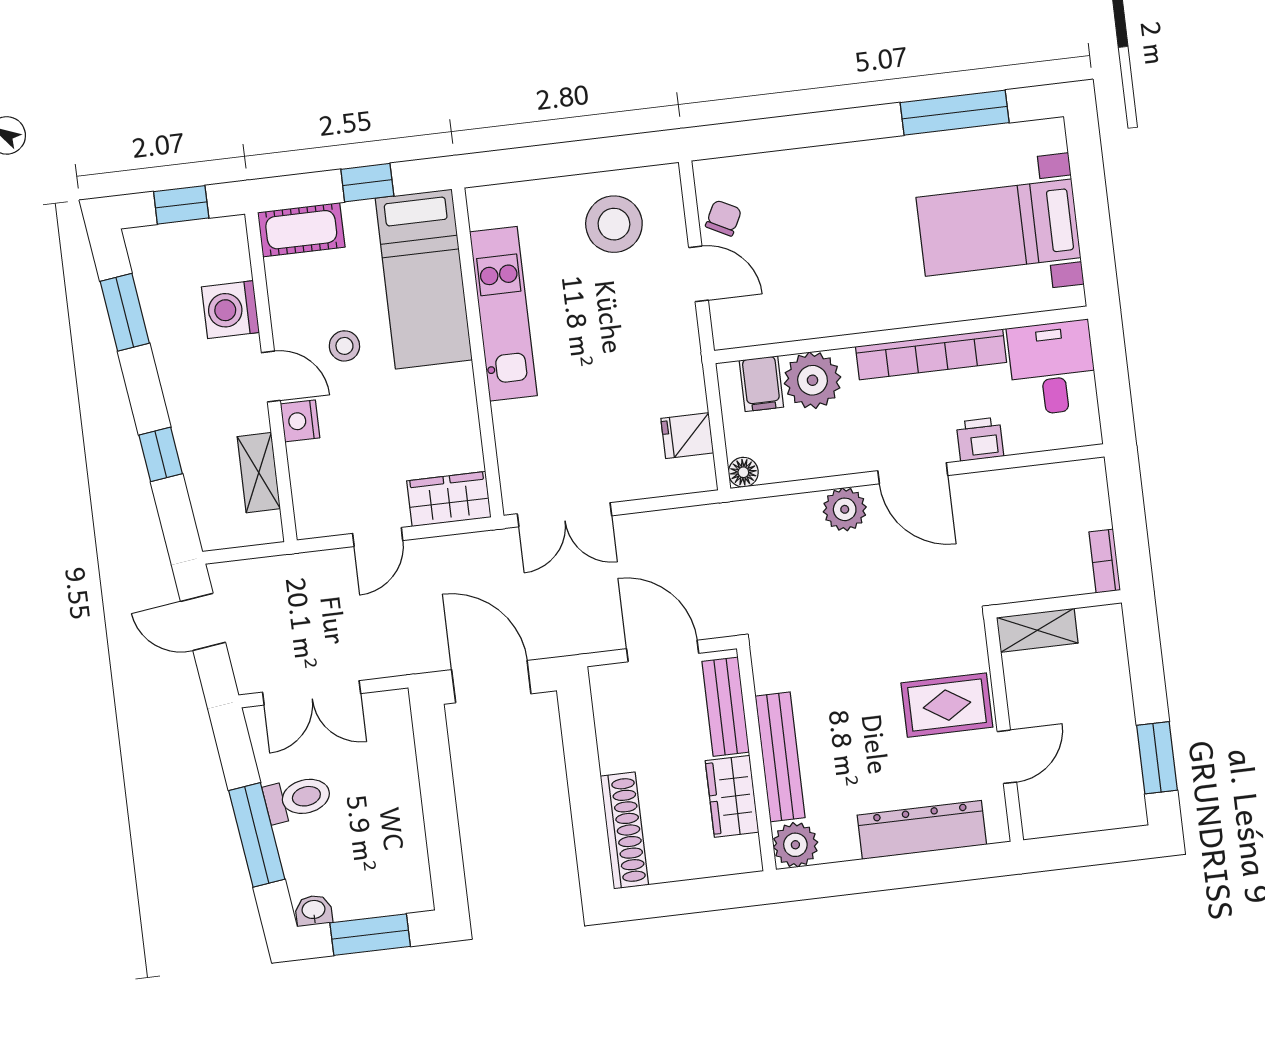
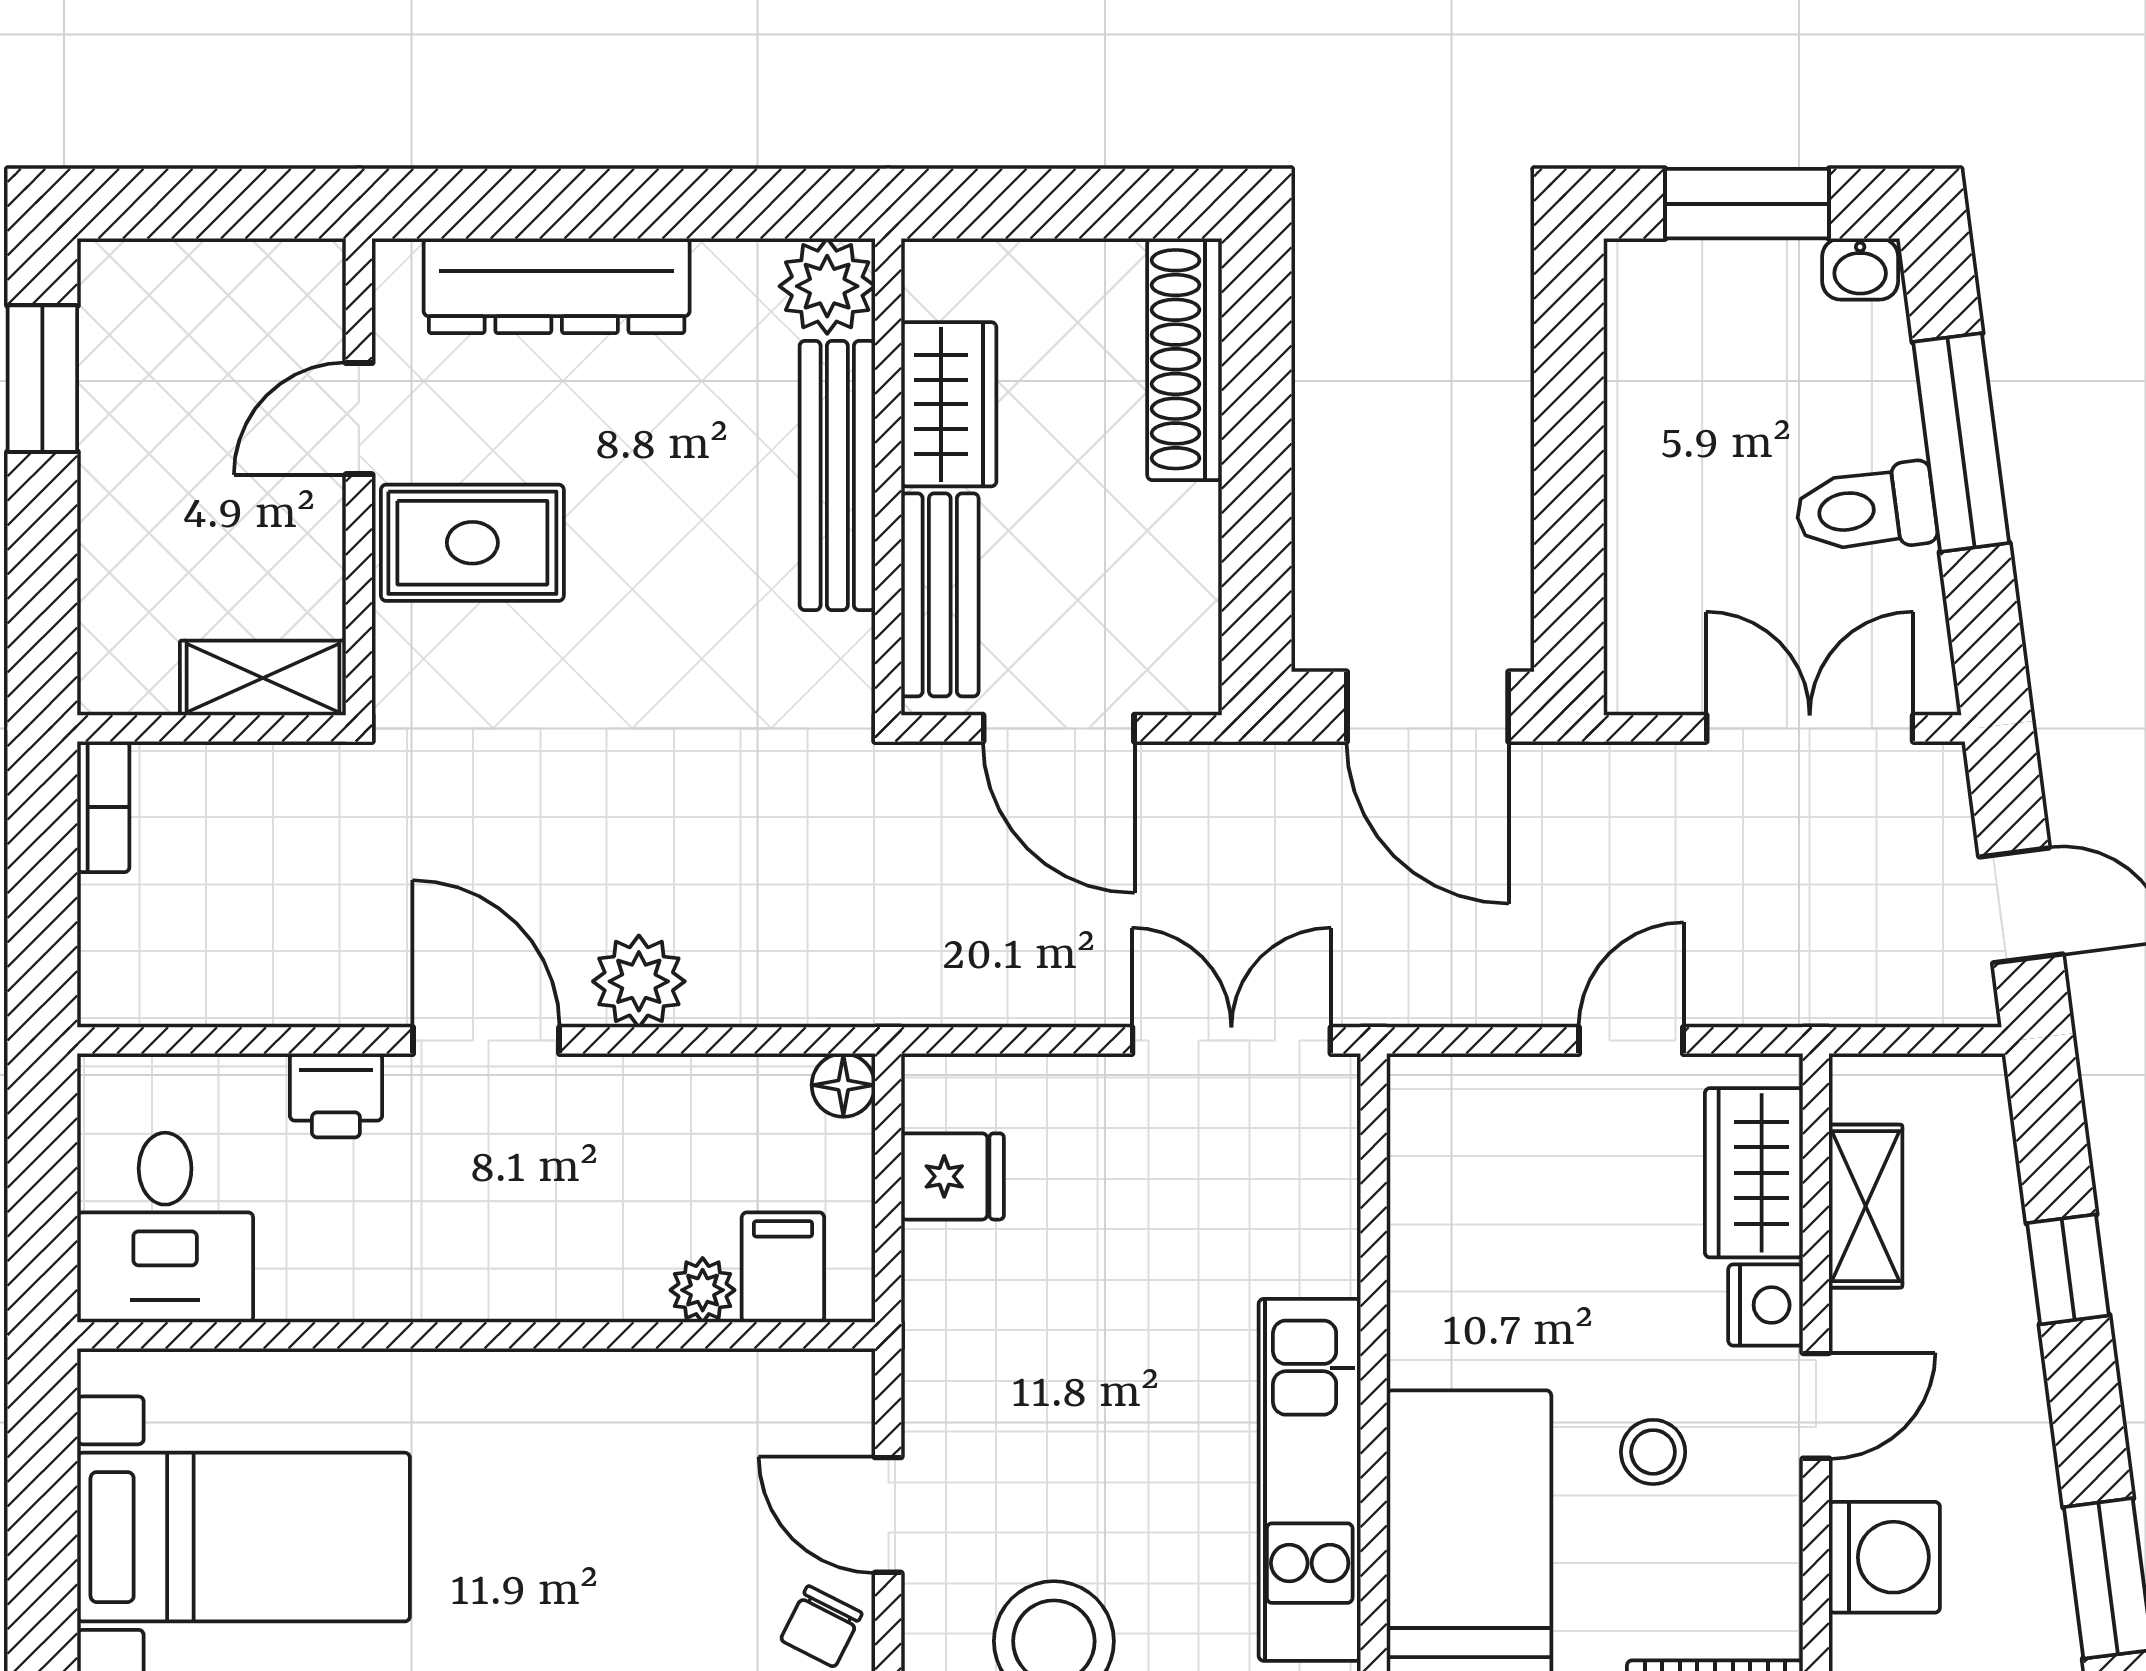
bookcase: (931, 354) -> (418, 1287), removed
door: (271, 377) -> (1816, 1406), swing flipped
plant: (813, 380) -> (703, 1290), width x0.53, depth x0.53
wardrobe: (449, 499) -> (1754, 1173), moved, turned 90

